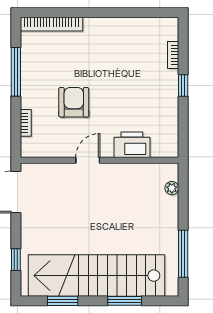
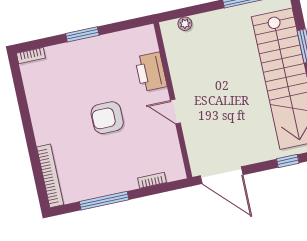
bookcase: (173, 55) -> (31, 56), moved
window: (183, 86) -> (82, 34), width x1.50
armchair: (74, 102) -> (107, 118), moved

